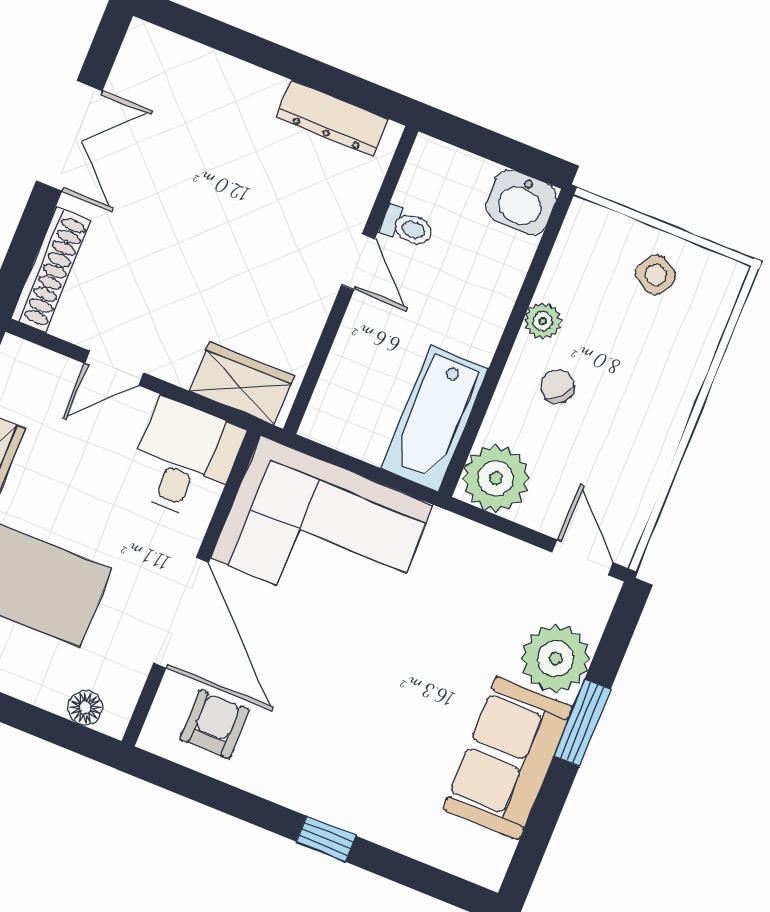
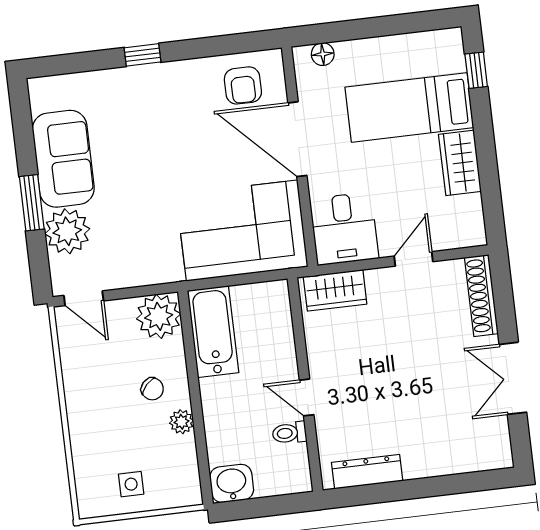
side table: (656, 275) -> (131, 484), turned -31

